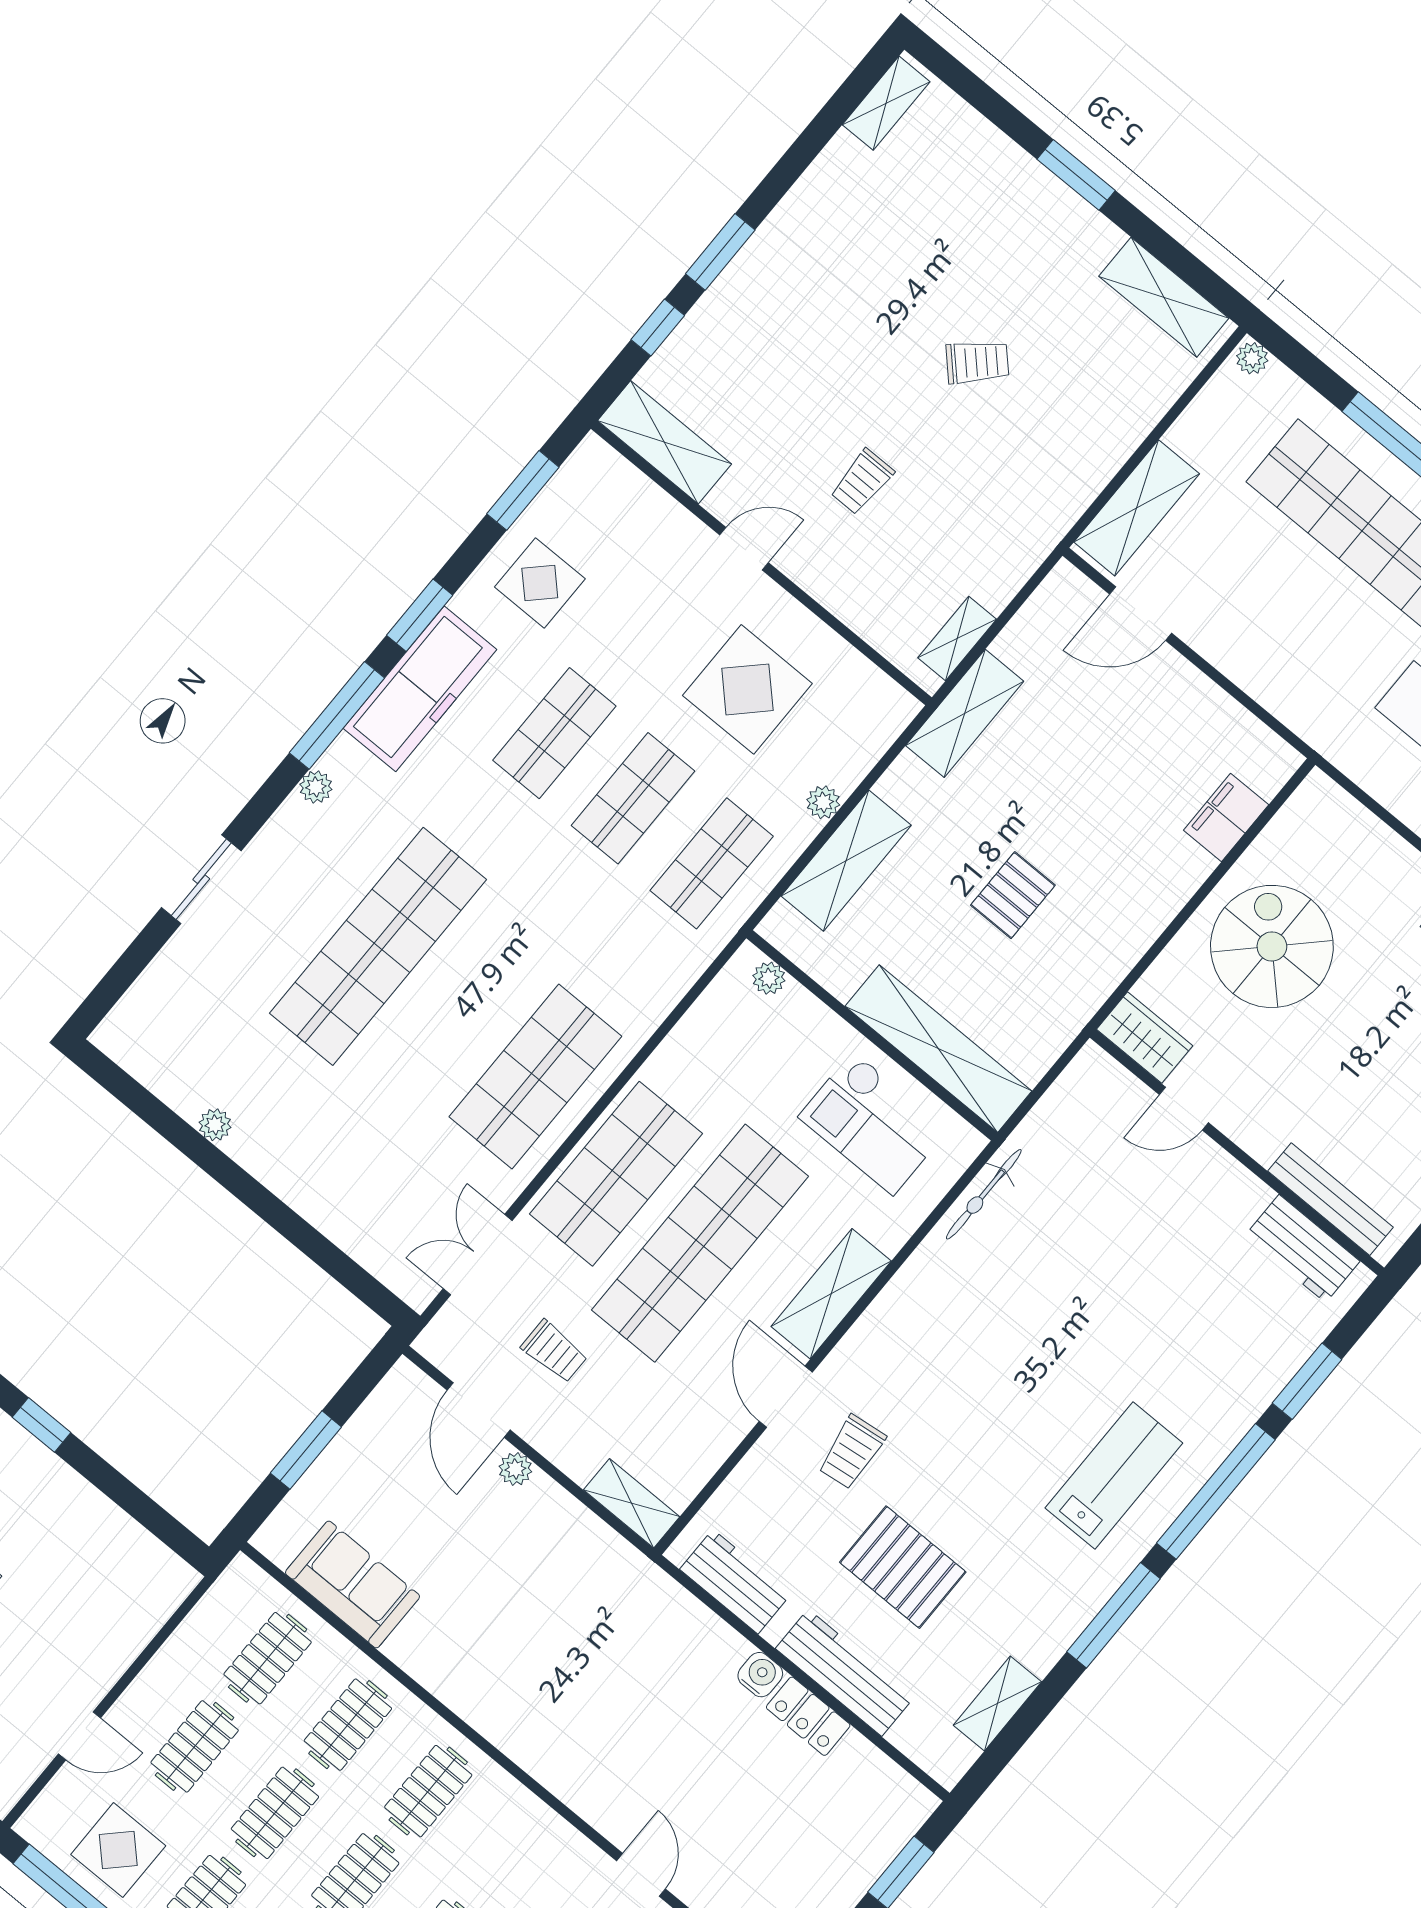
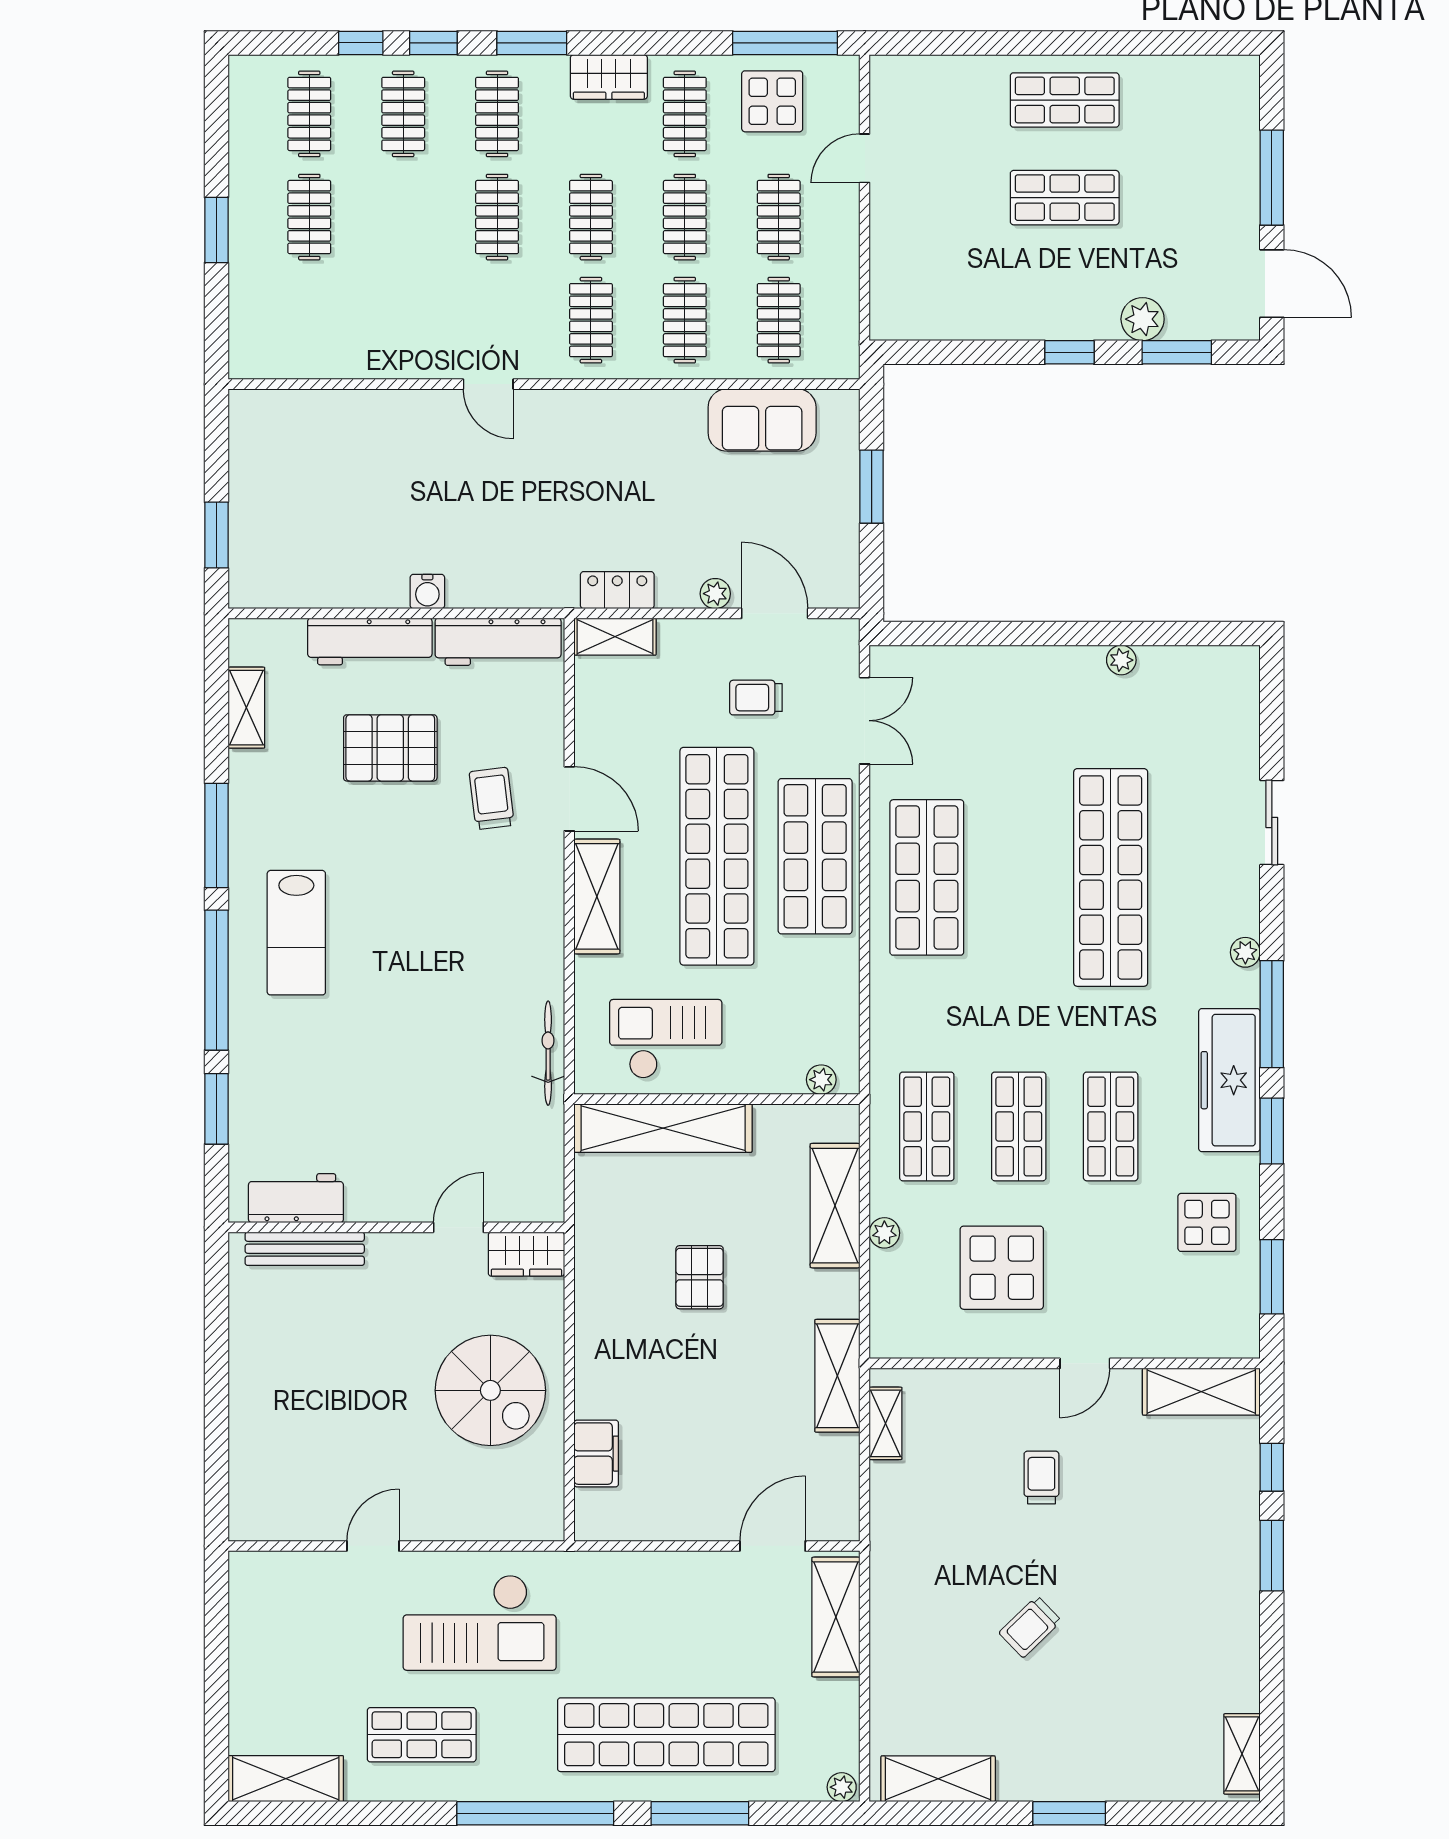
workbench: (735, 1582) -> (498, 642), width x1.38
locker: (808, 1716) -> (617, 590), moved
door: (641, 1875) -> (488, 384), moved

